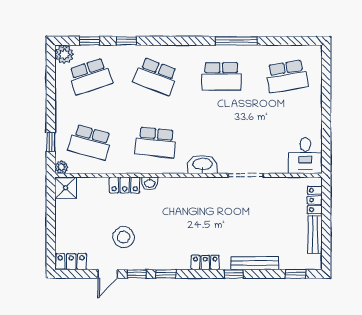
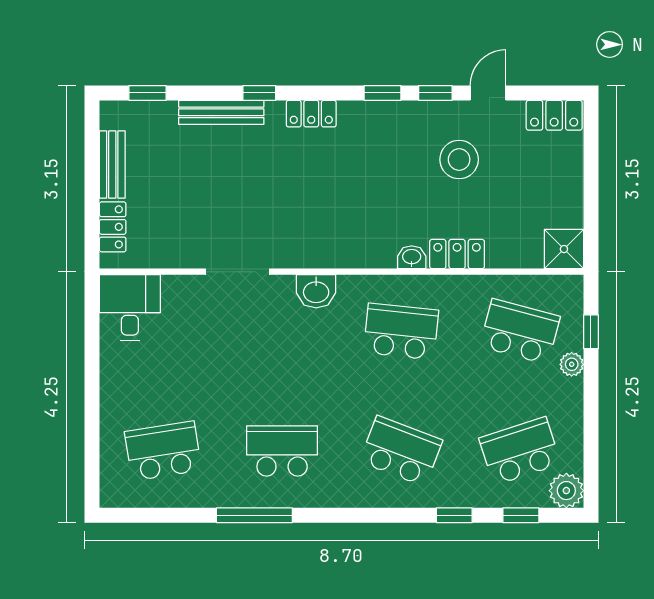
washbasin: (203, 164) -> (316, 291), width x0.72
plant: (61, 167) -> (572, 364), moved

